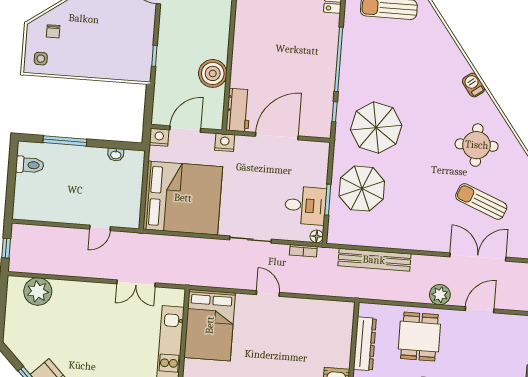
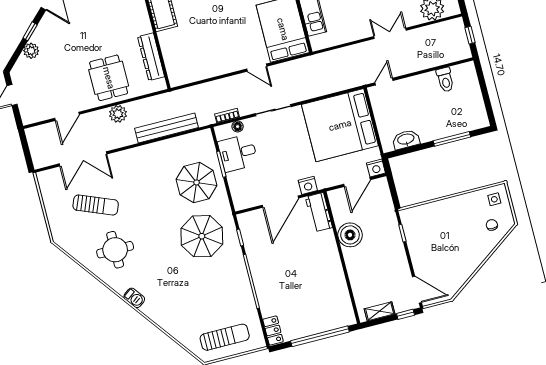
nightstand: (225, 142) -> (308, 185), moved
washbasin: (116, 155) -> (406, 140), width x1.91, depth x1.45
toilet: (30, 165) -> (445, 80), moved, turned -90
door: (100, 228) -> (384, 82), moved
floor lamp: (317, 236) -> (238, 127), moved
double door: (136, 283) -> (390, 33), moved
door: (268, 294) -> (257, 68), moved
plant: (440, 295) -> (118, 114), moved

